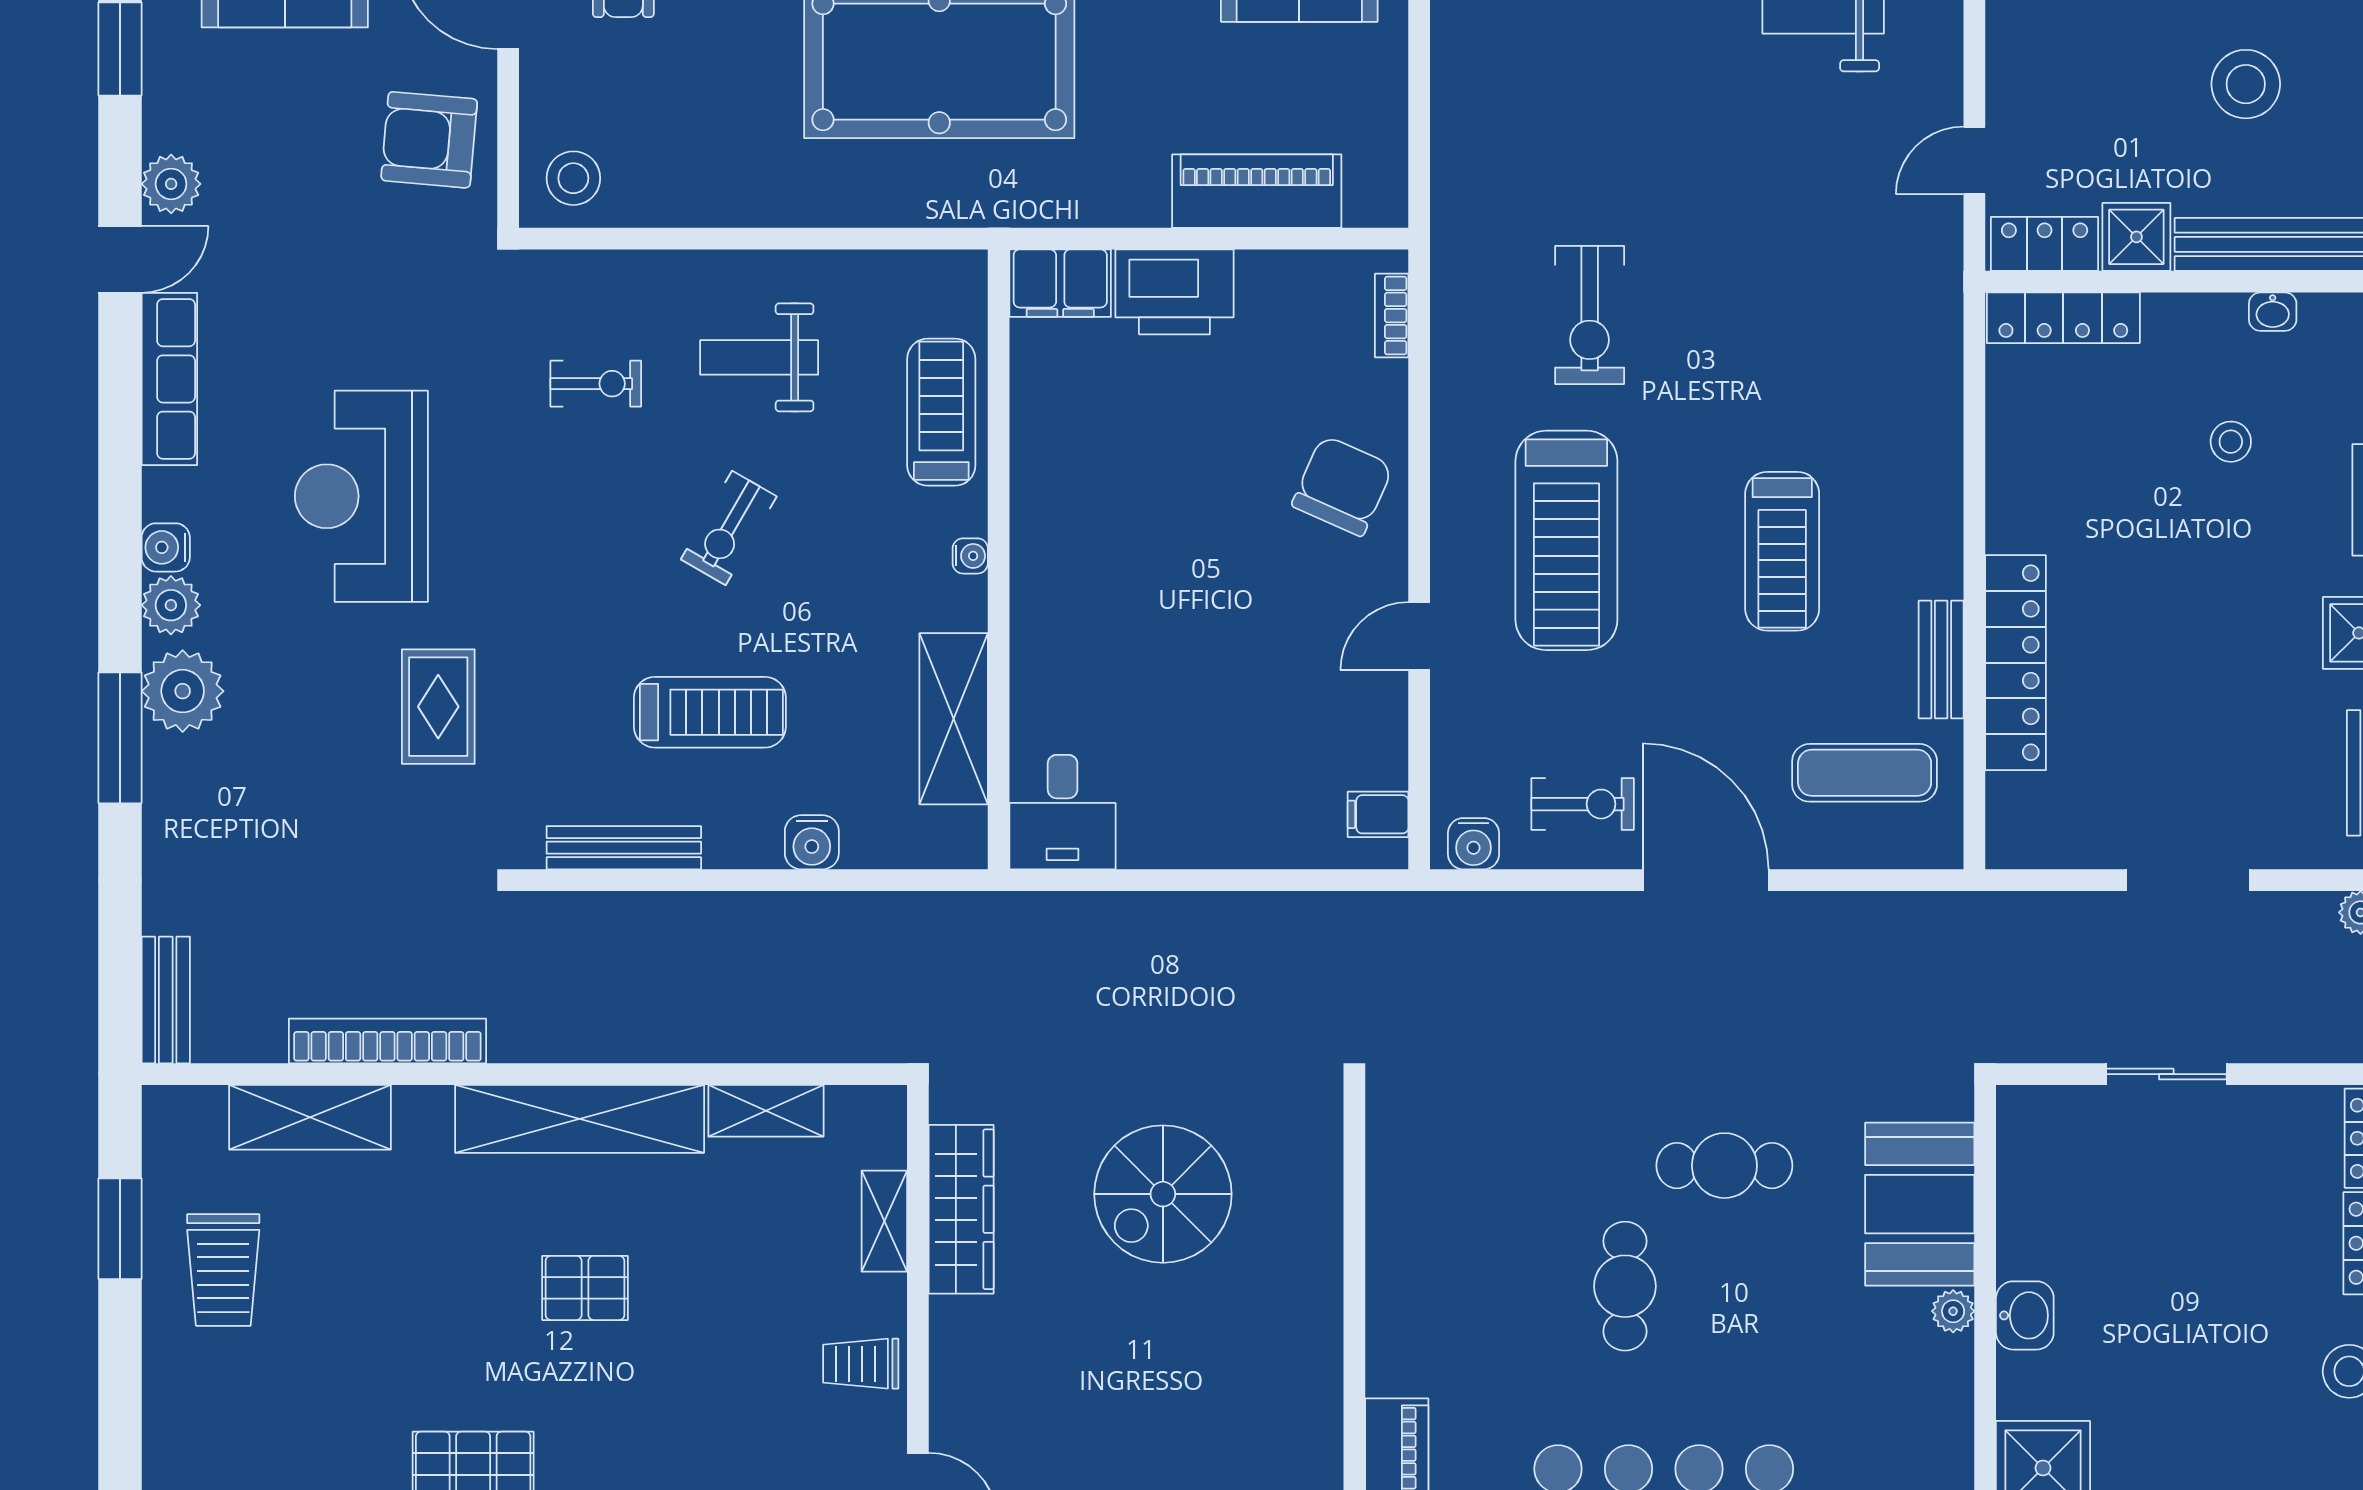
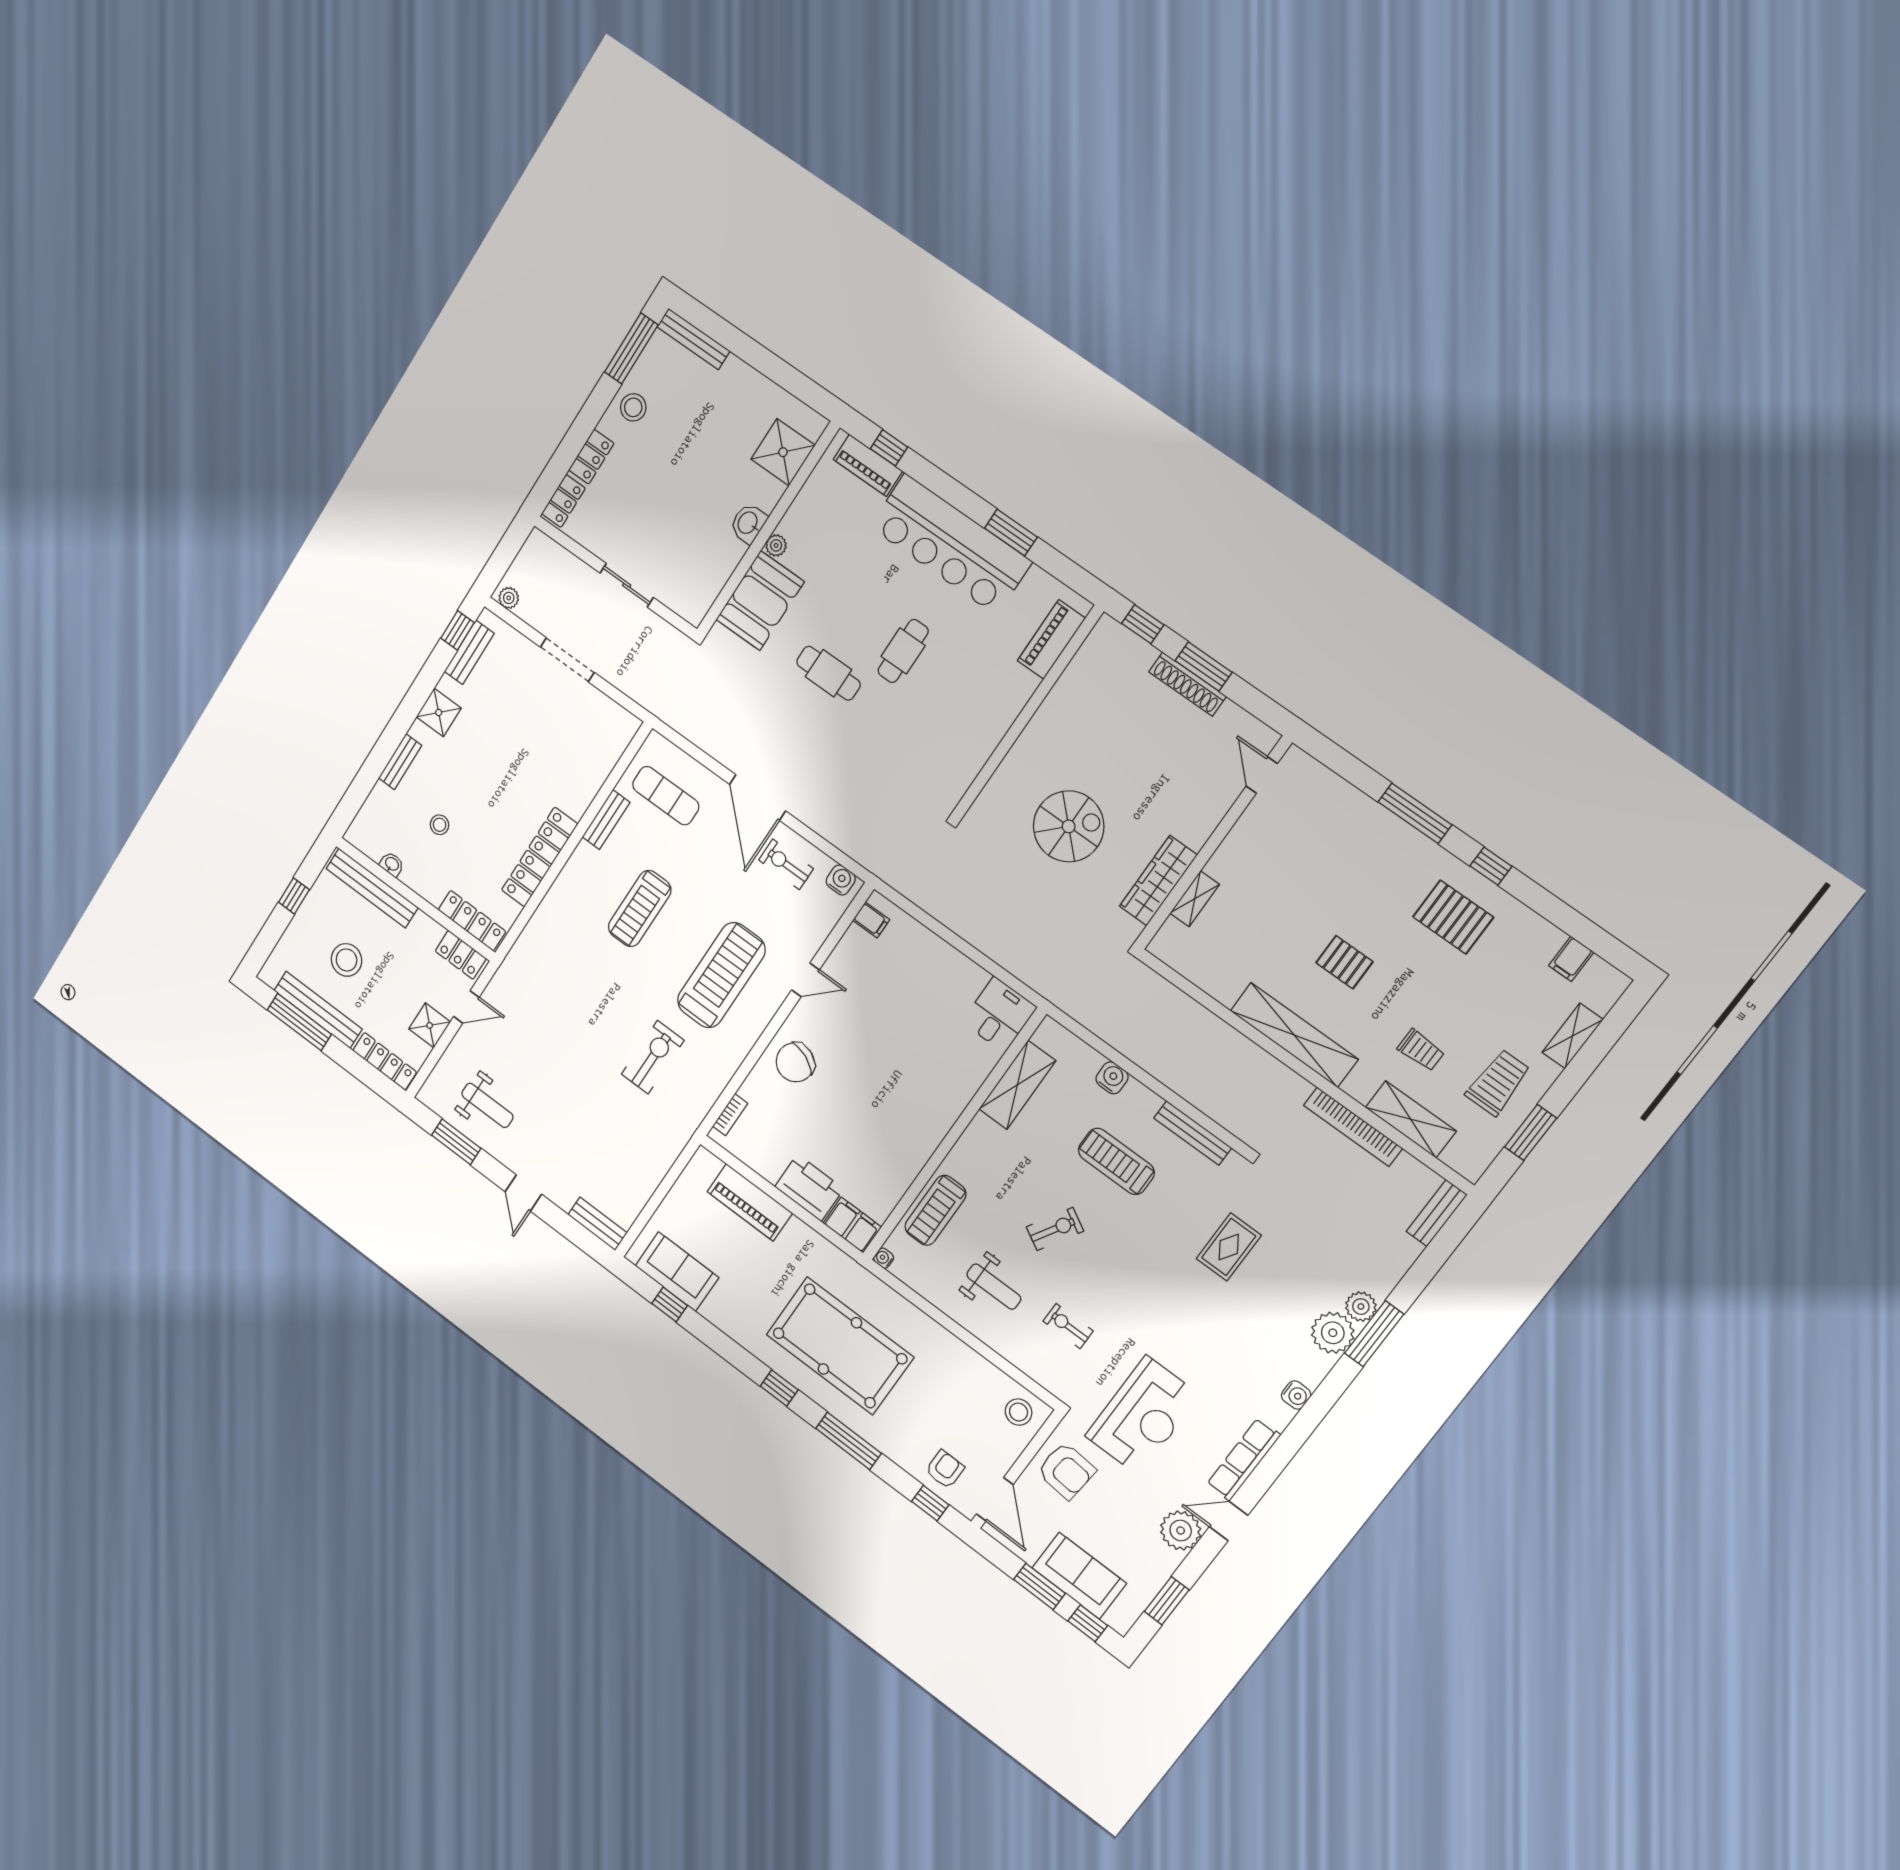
plant: (171, 184) -> (1181, 1530), width x1.36, depth x1.36
shower: (2136, 237) -> (430, 1025), moved
reception desk: (361, 496) -> (1143, 1416), moved
treadmill: (1782, 551) -> (640, 909), turned 180
water cooler: (970, 556) -> (884, 1258), moved
plant: (171, 605) -> (1361, 1307), moved
locker: (2016, 663) -> (540, 857), moved
shelving: (766, 1111) -> (1572, 1036), moved, turned 90
trolley: (861, 1364) -> (1421, 1050), moved

